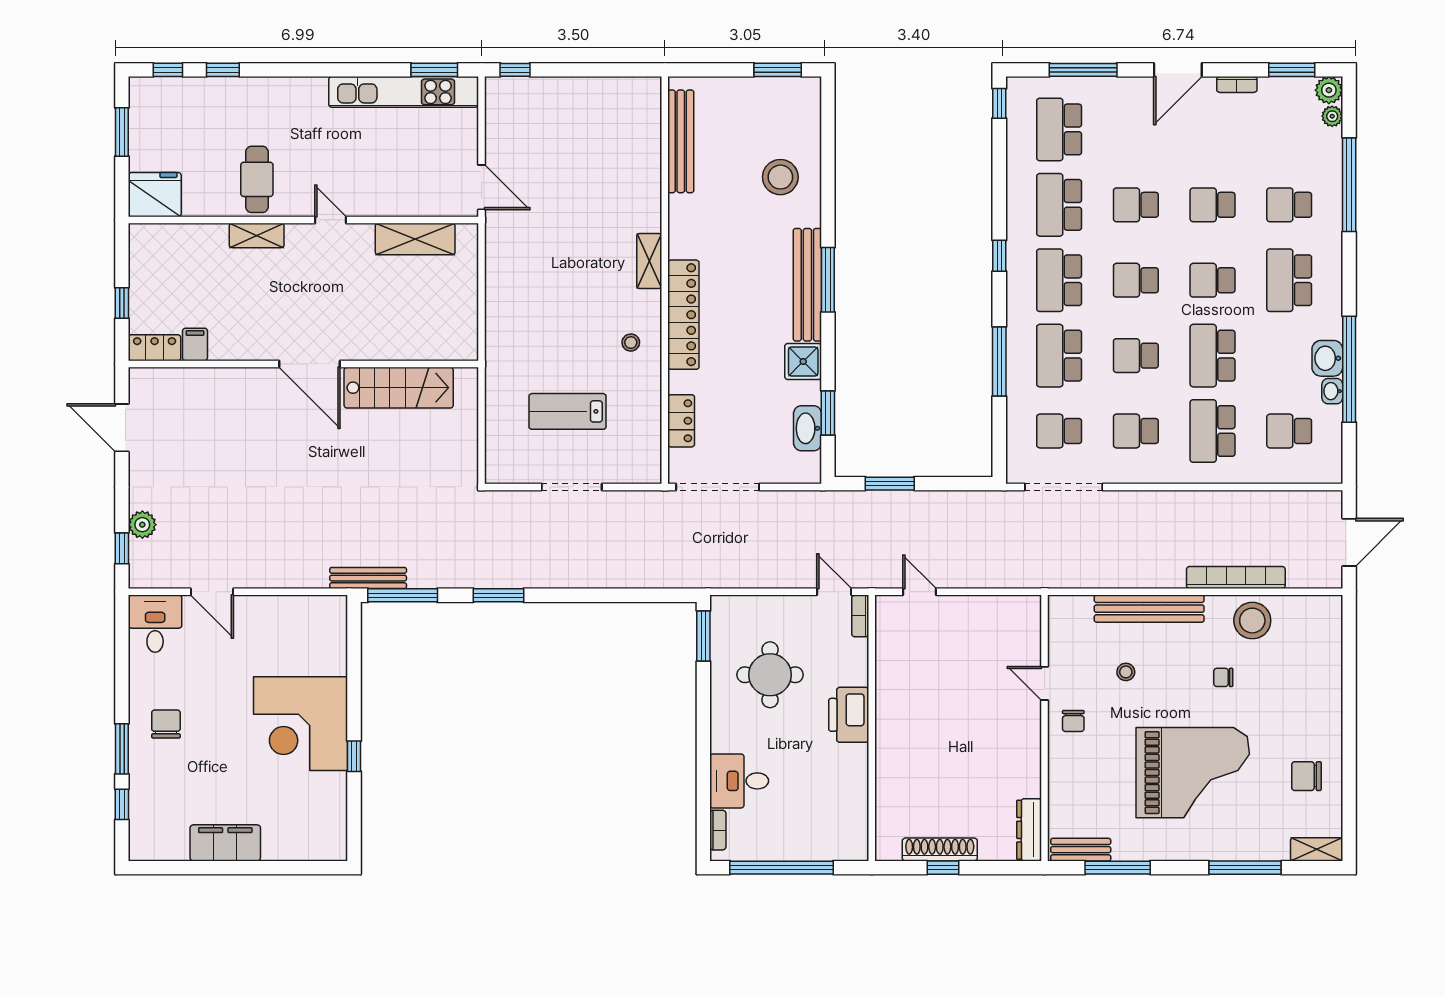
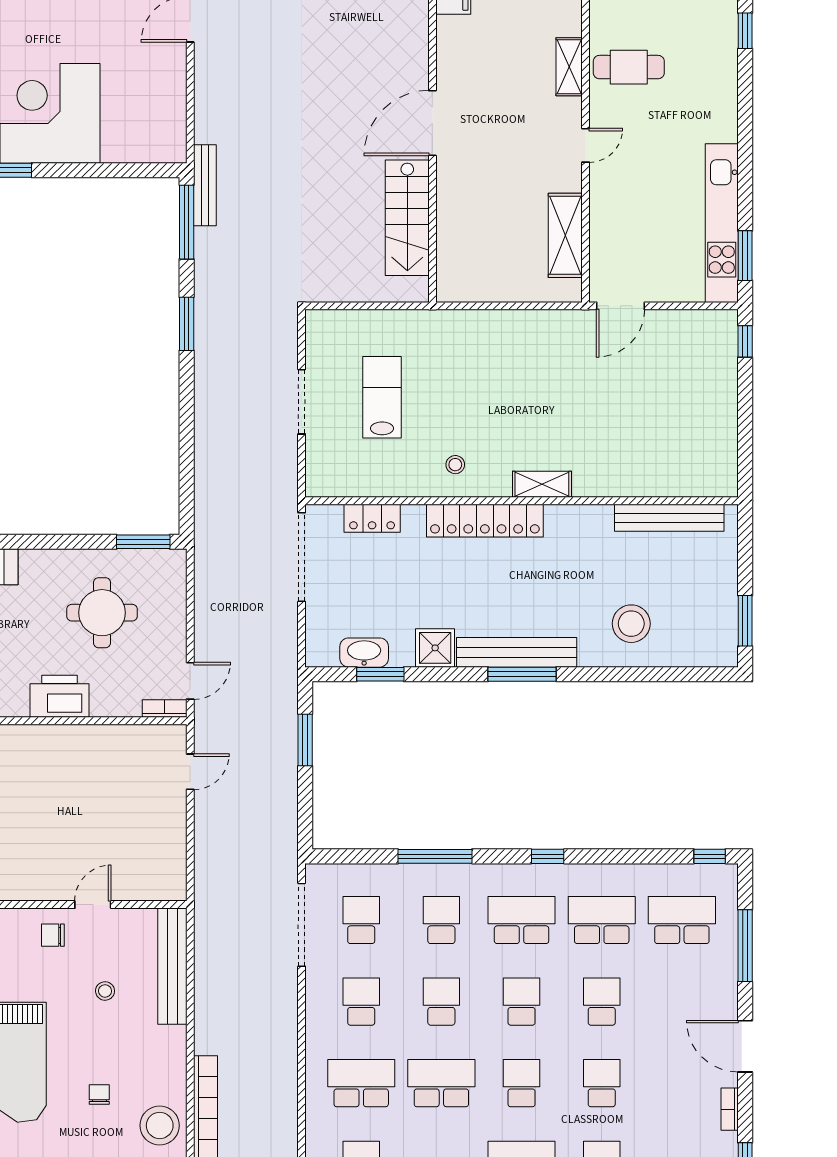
school desk: (1059, 356) -> (441, 920), width x0.54
bench: (1149, 609) -> (172, 966), moved

